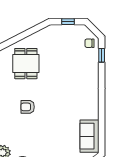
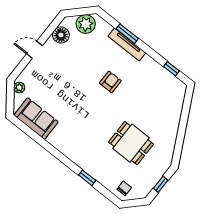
window: (102, 55) -> (87, 178), moved
dining table: (26, 64) -> (131, 143), moved

